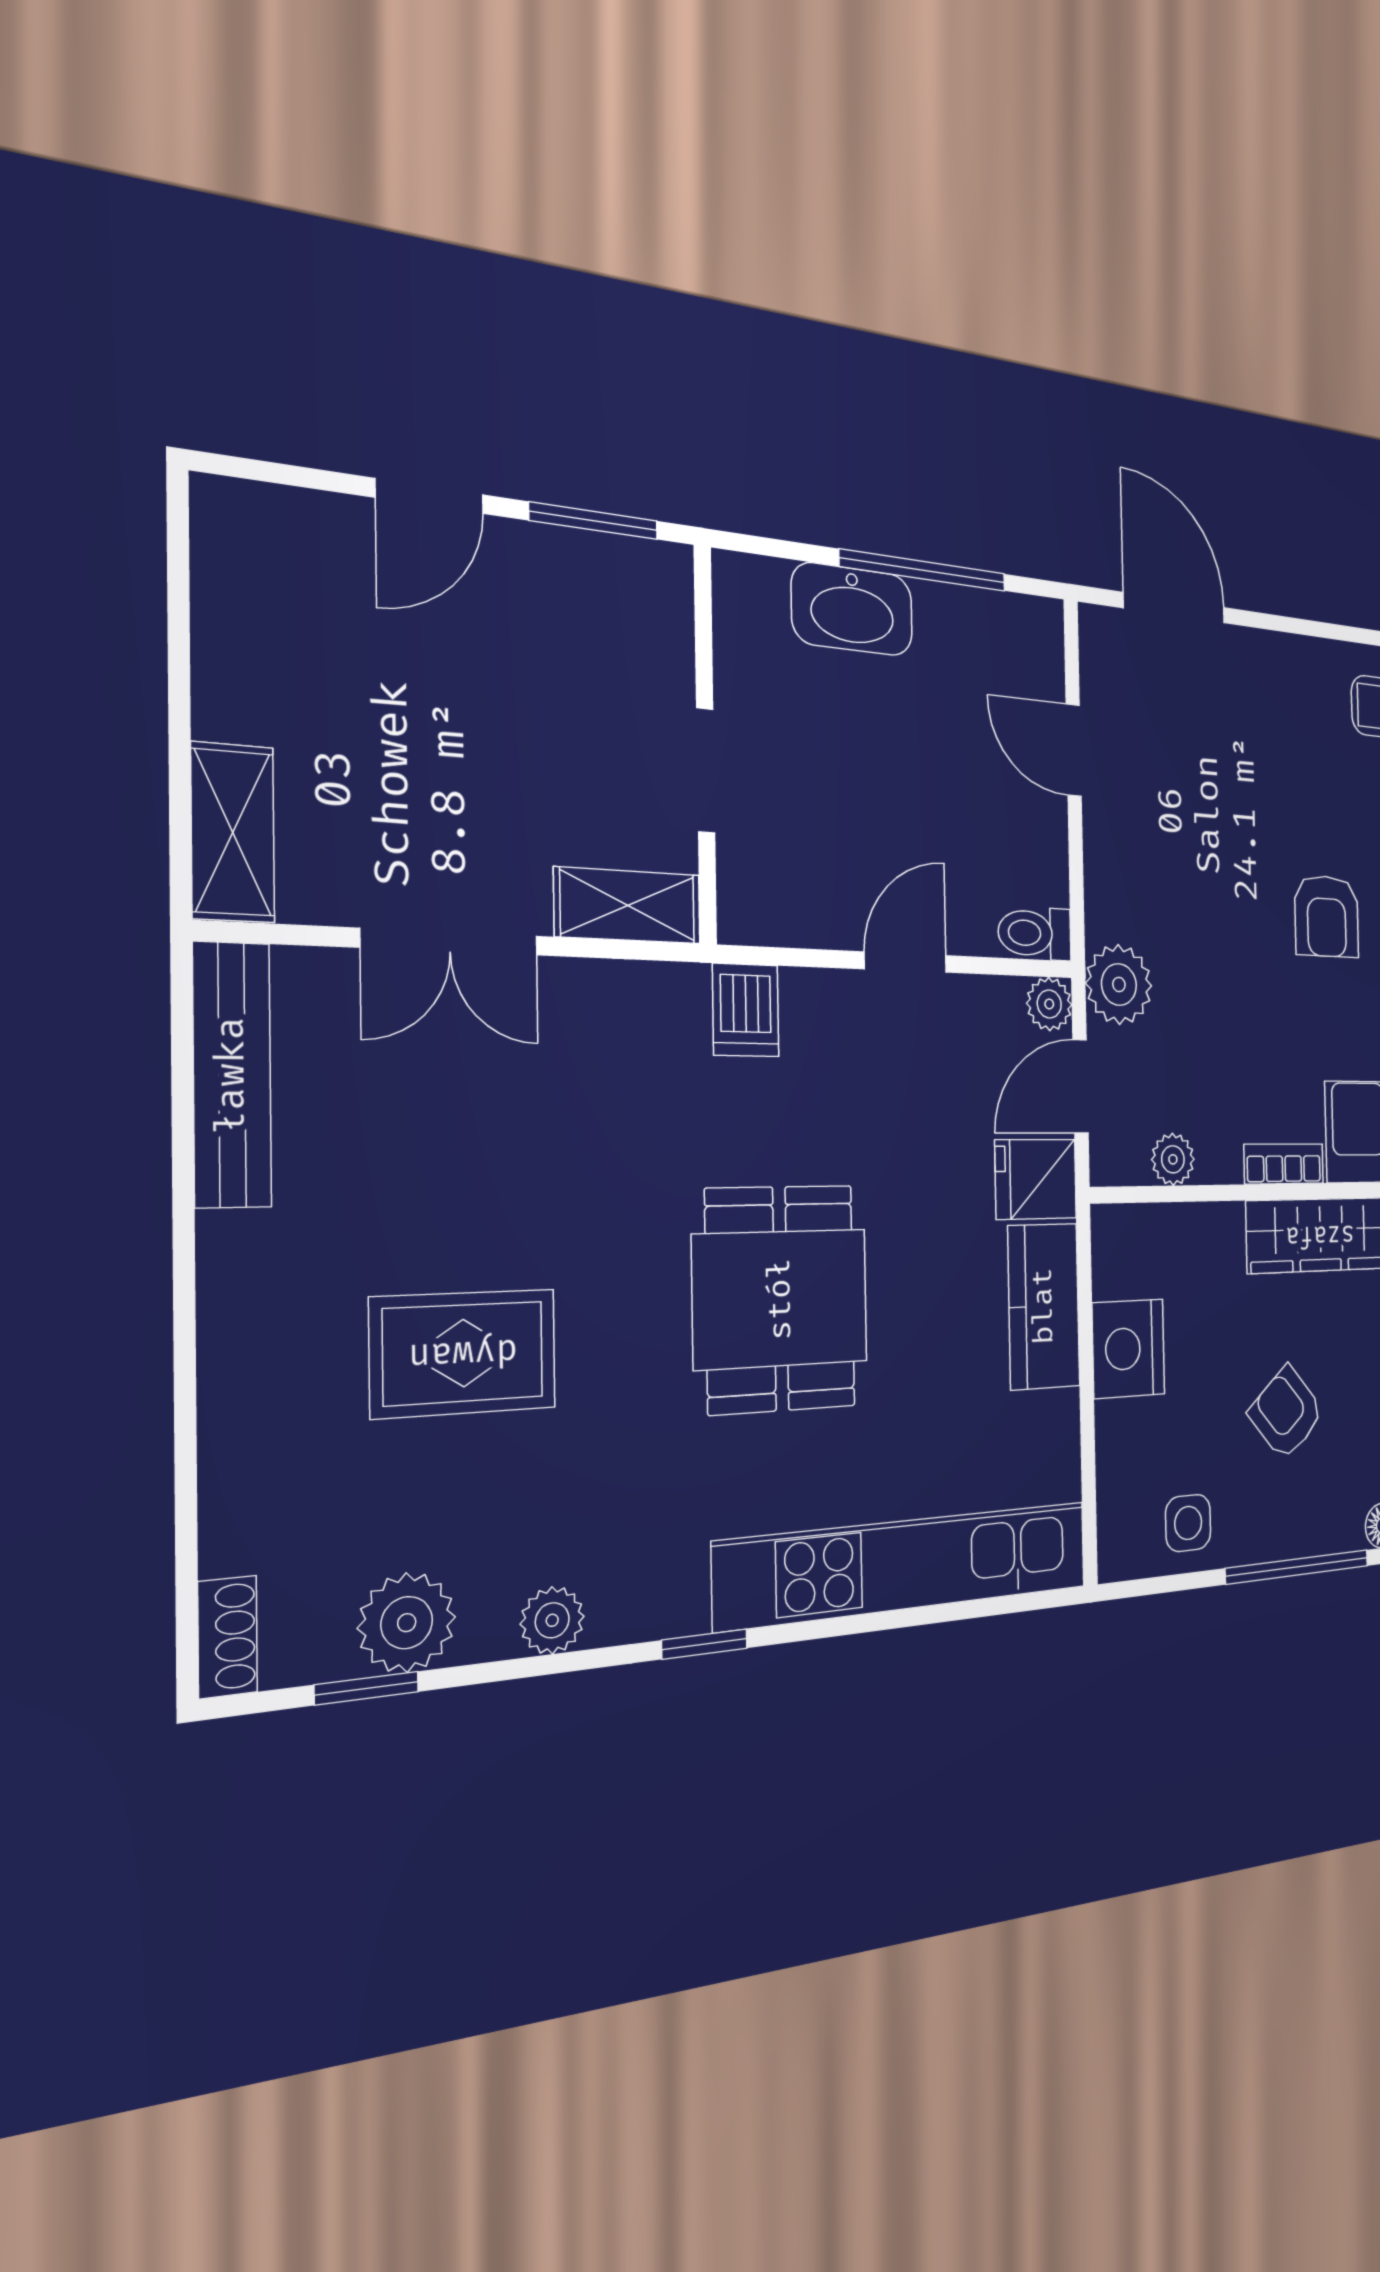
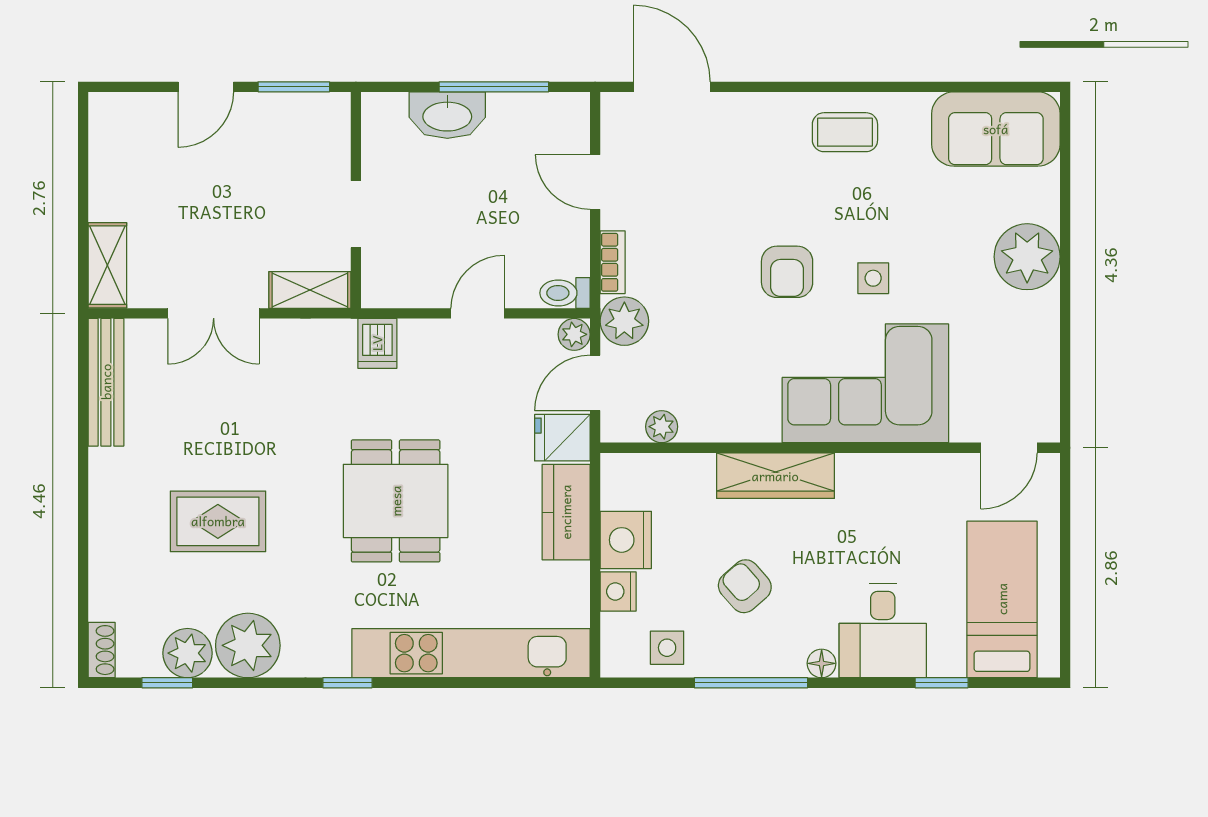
bookcase: (1284, 1164) -> (613, 262), moved, turned 90
nightstand: (1120, 1436) -> (618, 591), added
plant: (552, 1620) -> (248, 645), width x1.87, depth x1.87

